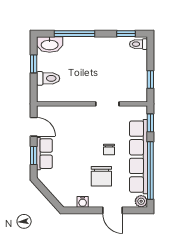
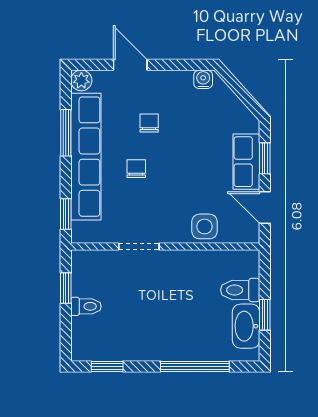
washbasin: (50, 44) -> (246, 326), moved, turned -90
toilet: (138, 44) -> (86, 306), moved
side table: (69, 116) -> (204, 226), added
window: (150, 171) -> (66, 133), width x0.47
chair: (101, 176) -> (149, 123), width x0.54, depth x0.54
water cooler: (83, 202) -> (203, 79), moved

